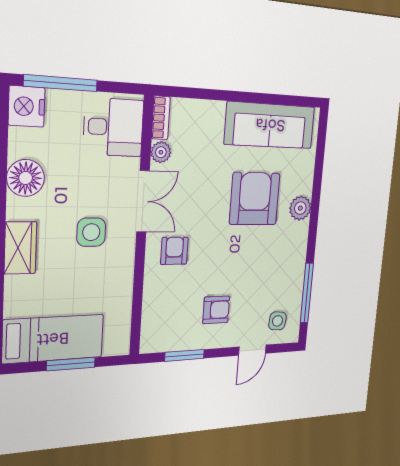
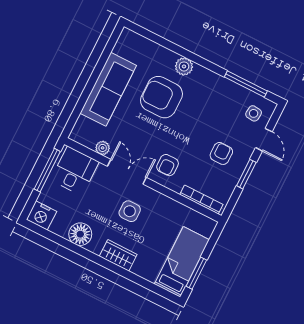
window: (61, 83) -> (47, 170), moved
bookcase: (161, 118) -> (201, 200), moved, width x1.56
sofa: (270, 125) -> (108, 89), moved
armchair: (174, 251) -> (168, 165), turned -90
window: (185, 355) -> (246, 174), moved
window: (71, 364) -> (196, 273), moved

